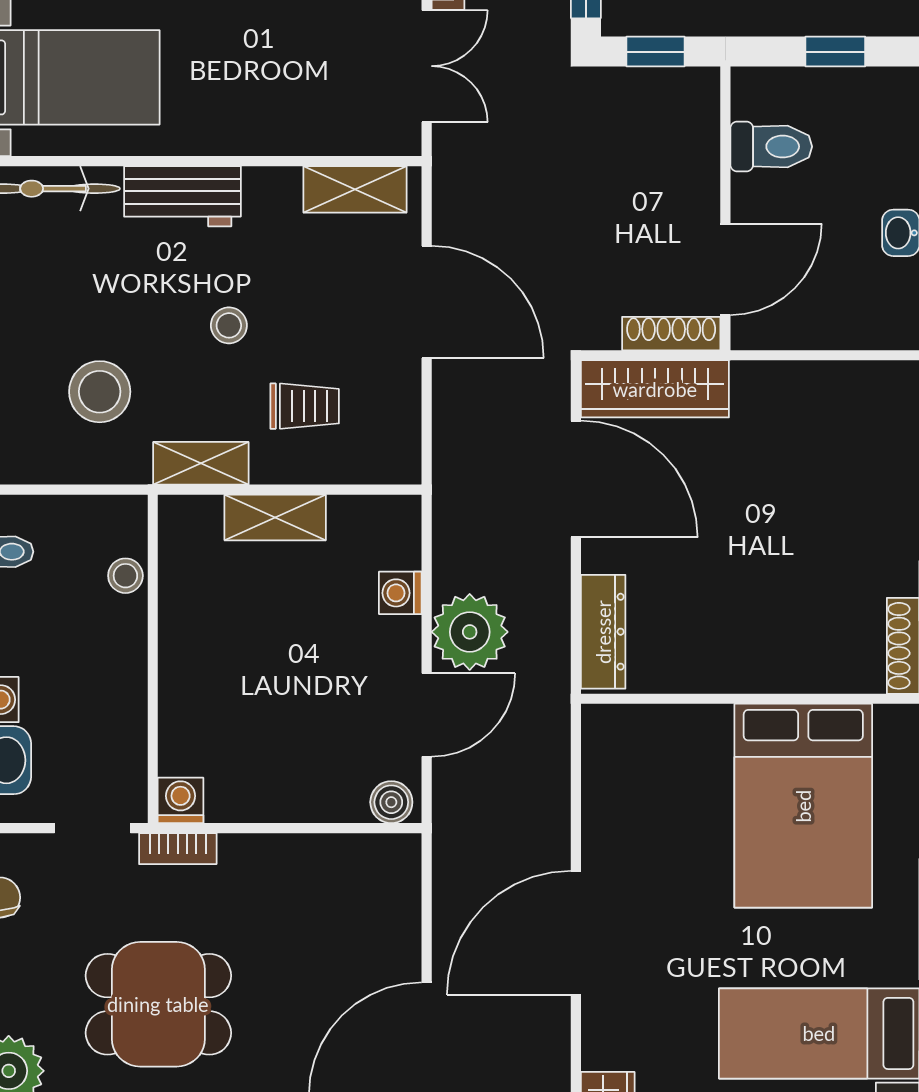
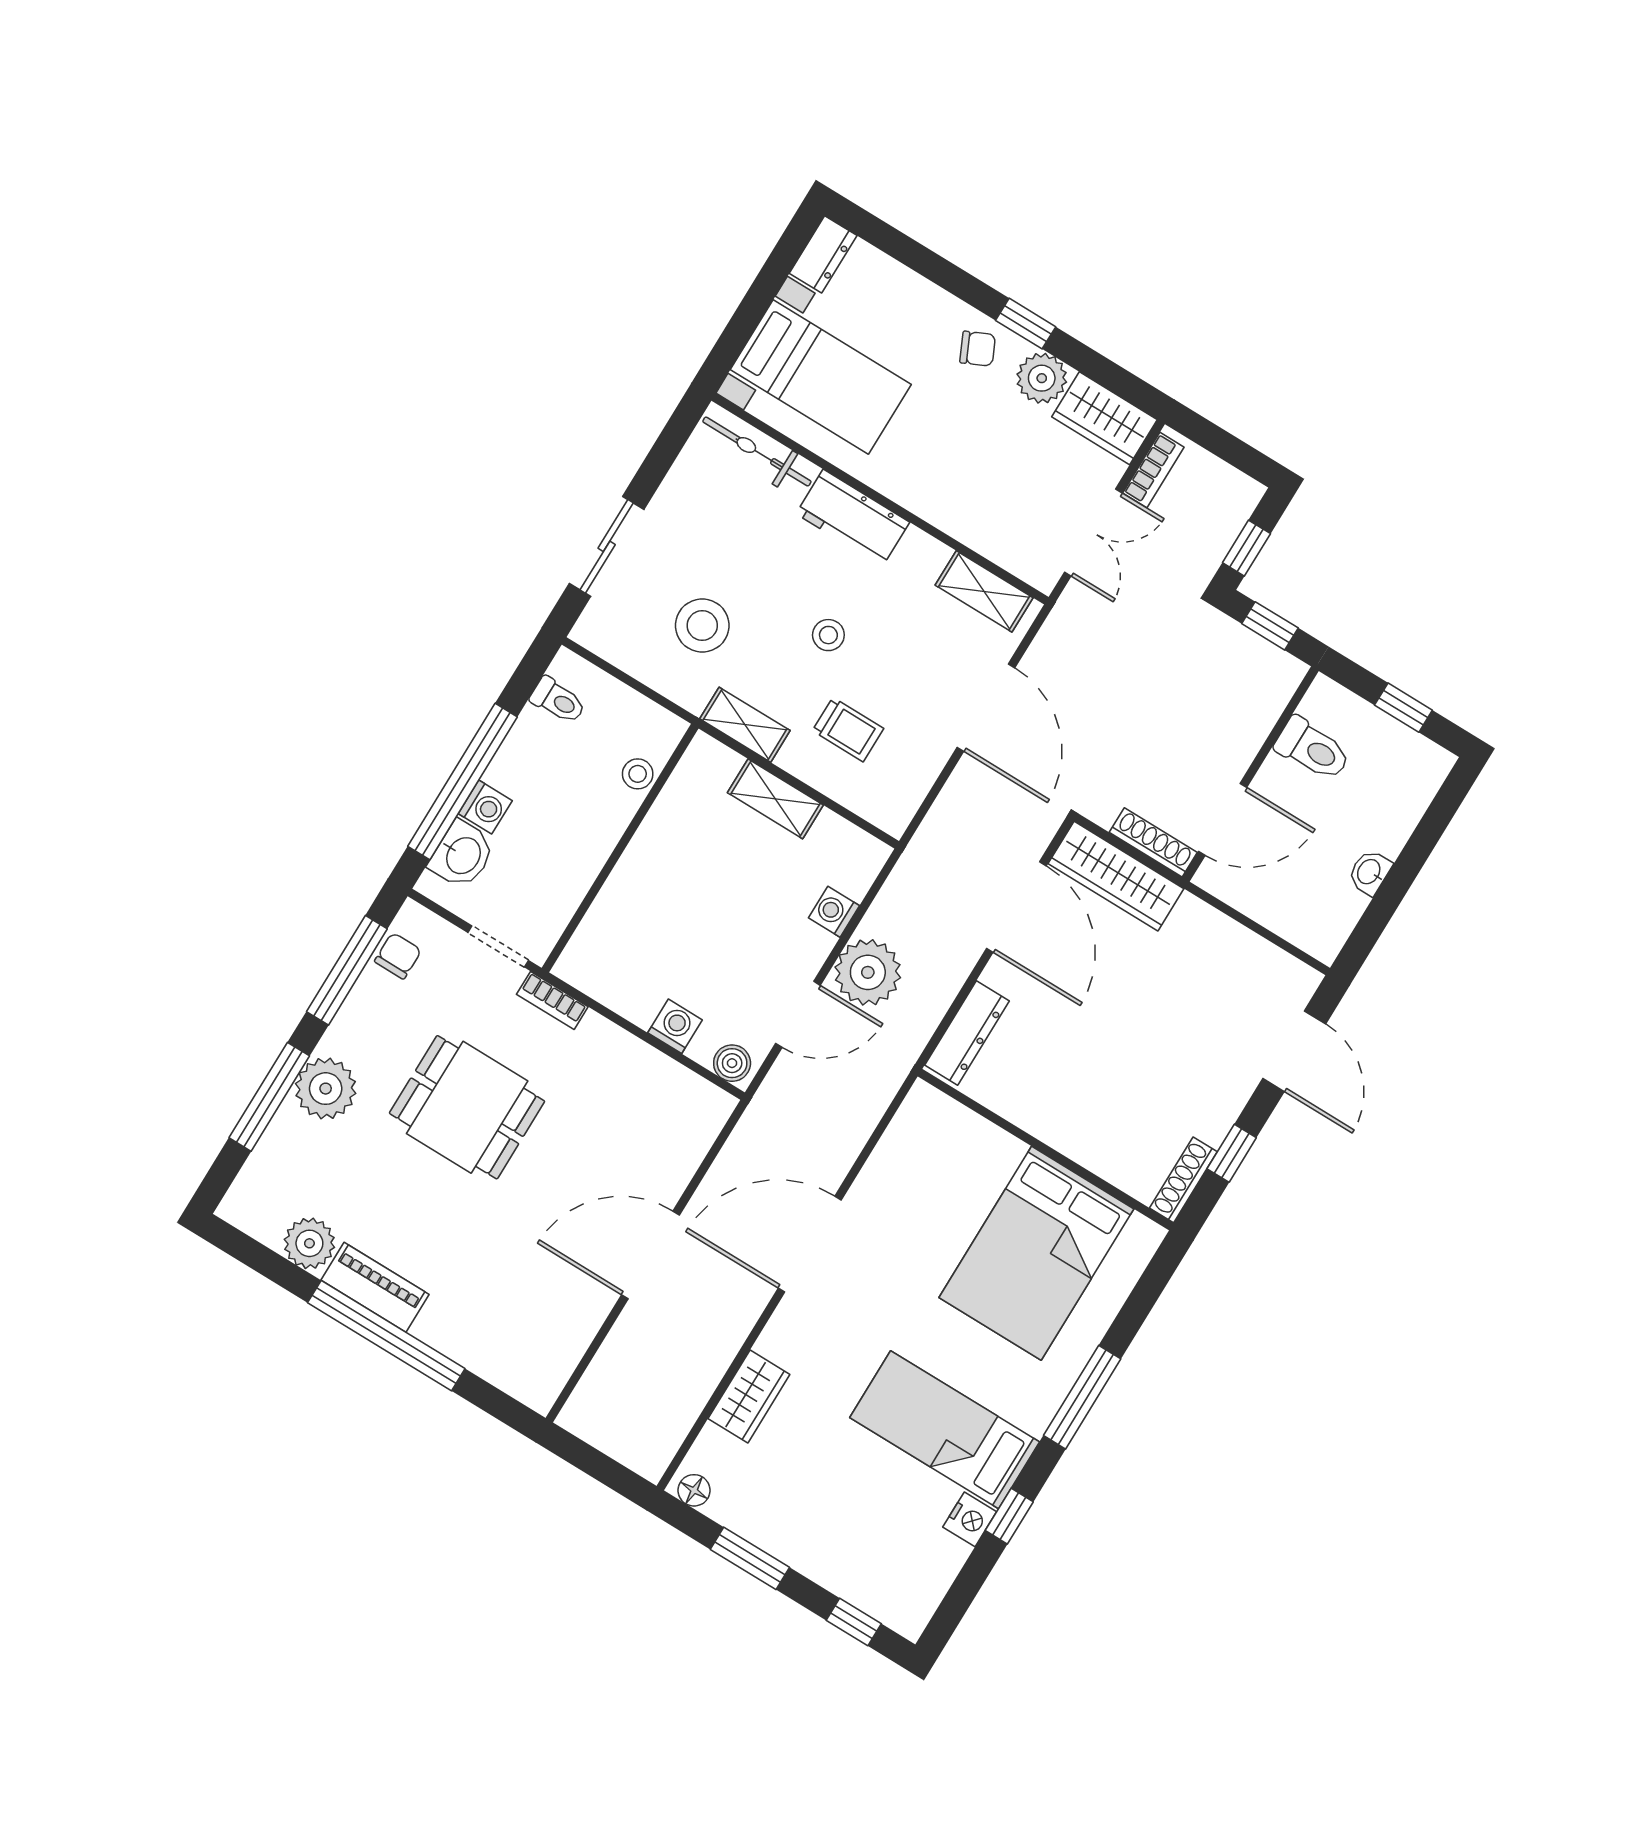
washing machine: (181, 800) -> (675, 1026), moved

